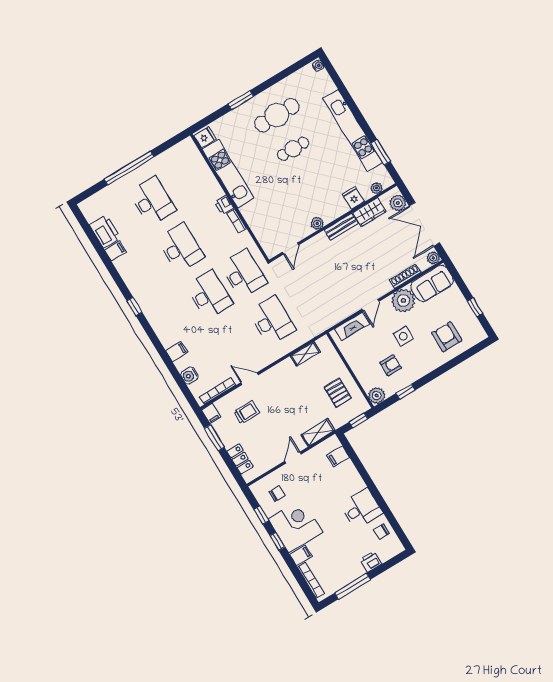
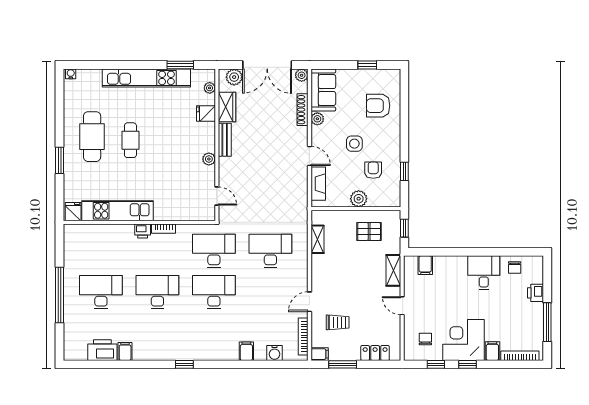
plant: (403, 301) -> (317, 119), width x0.53, depth x0.53
plant: (377, 395) -> (359, 199), moved
trolley: (247, 412) -> (338, 322), turned 90

